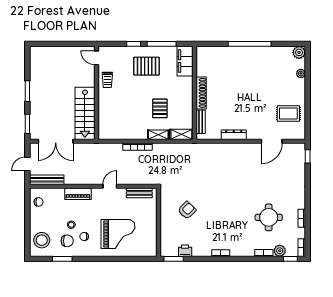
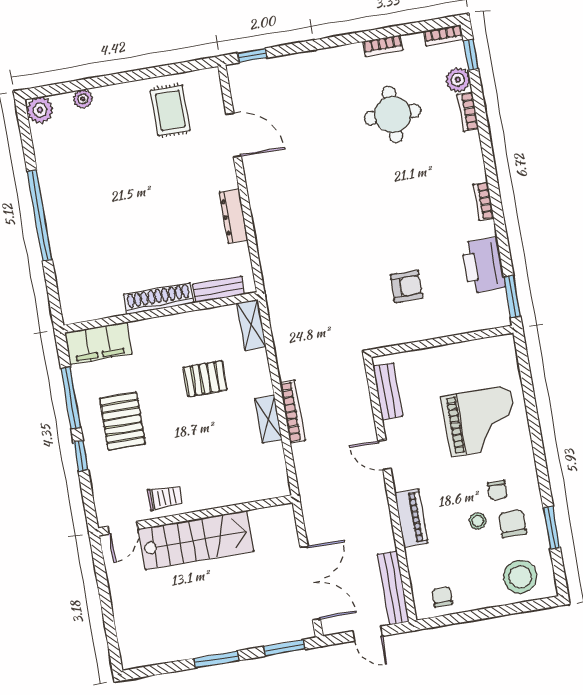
stairs: (85, 113) -> (196, 540), moved
shelving: (158, 135) -> (268, 419), moved
armchair: (187, 210) -> (407, 286), turned 136
grand piano: (118, 234) -> (480, 421), turned 90
printer: (185, 251) -> (483, 265), width x1.87, depth x1.48

